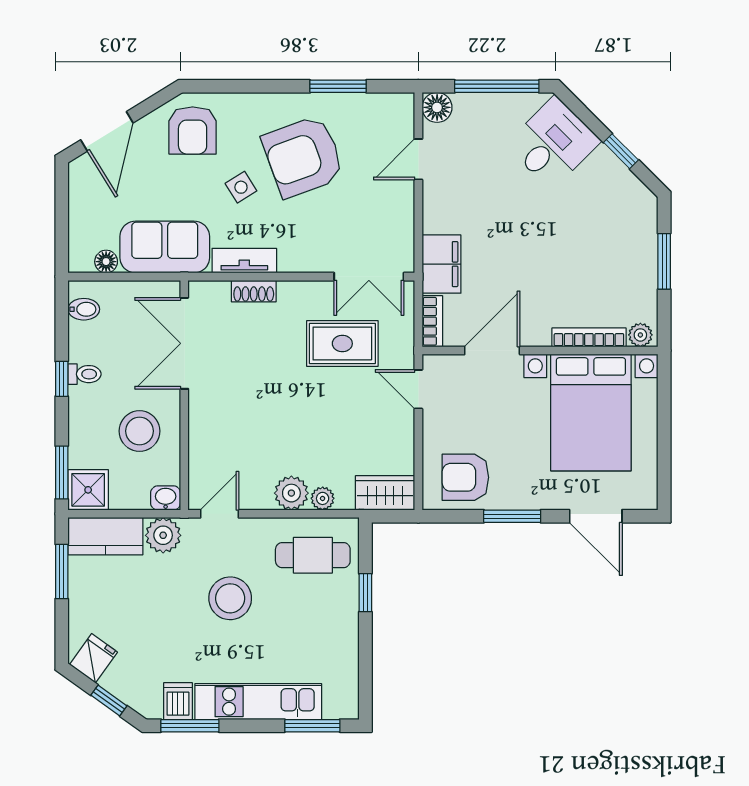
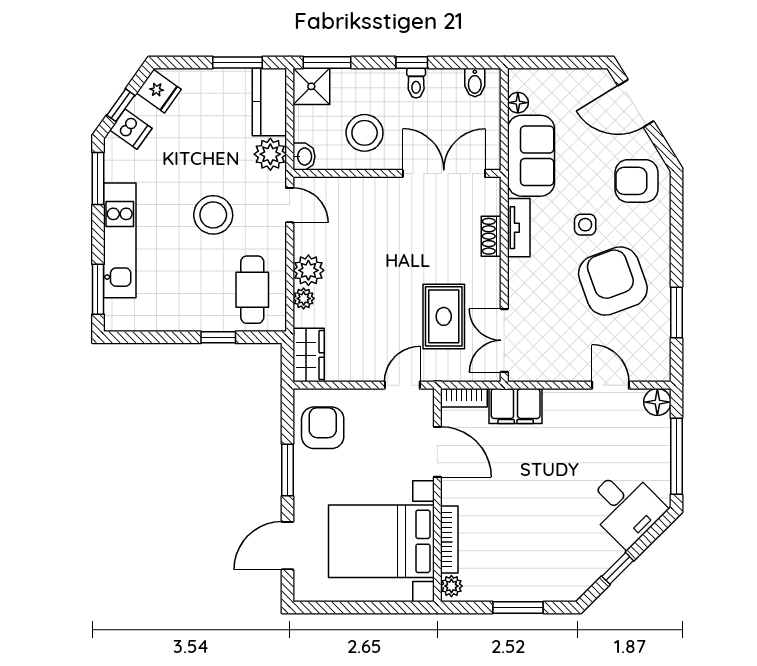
side table: (241, 187) -> (585, 225), turned 32
dishwasher: (178, 701) -> (131, 129), moved, turned 36

